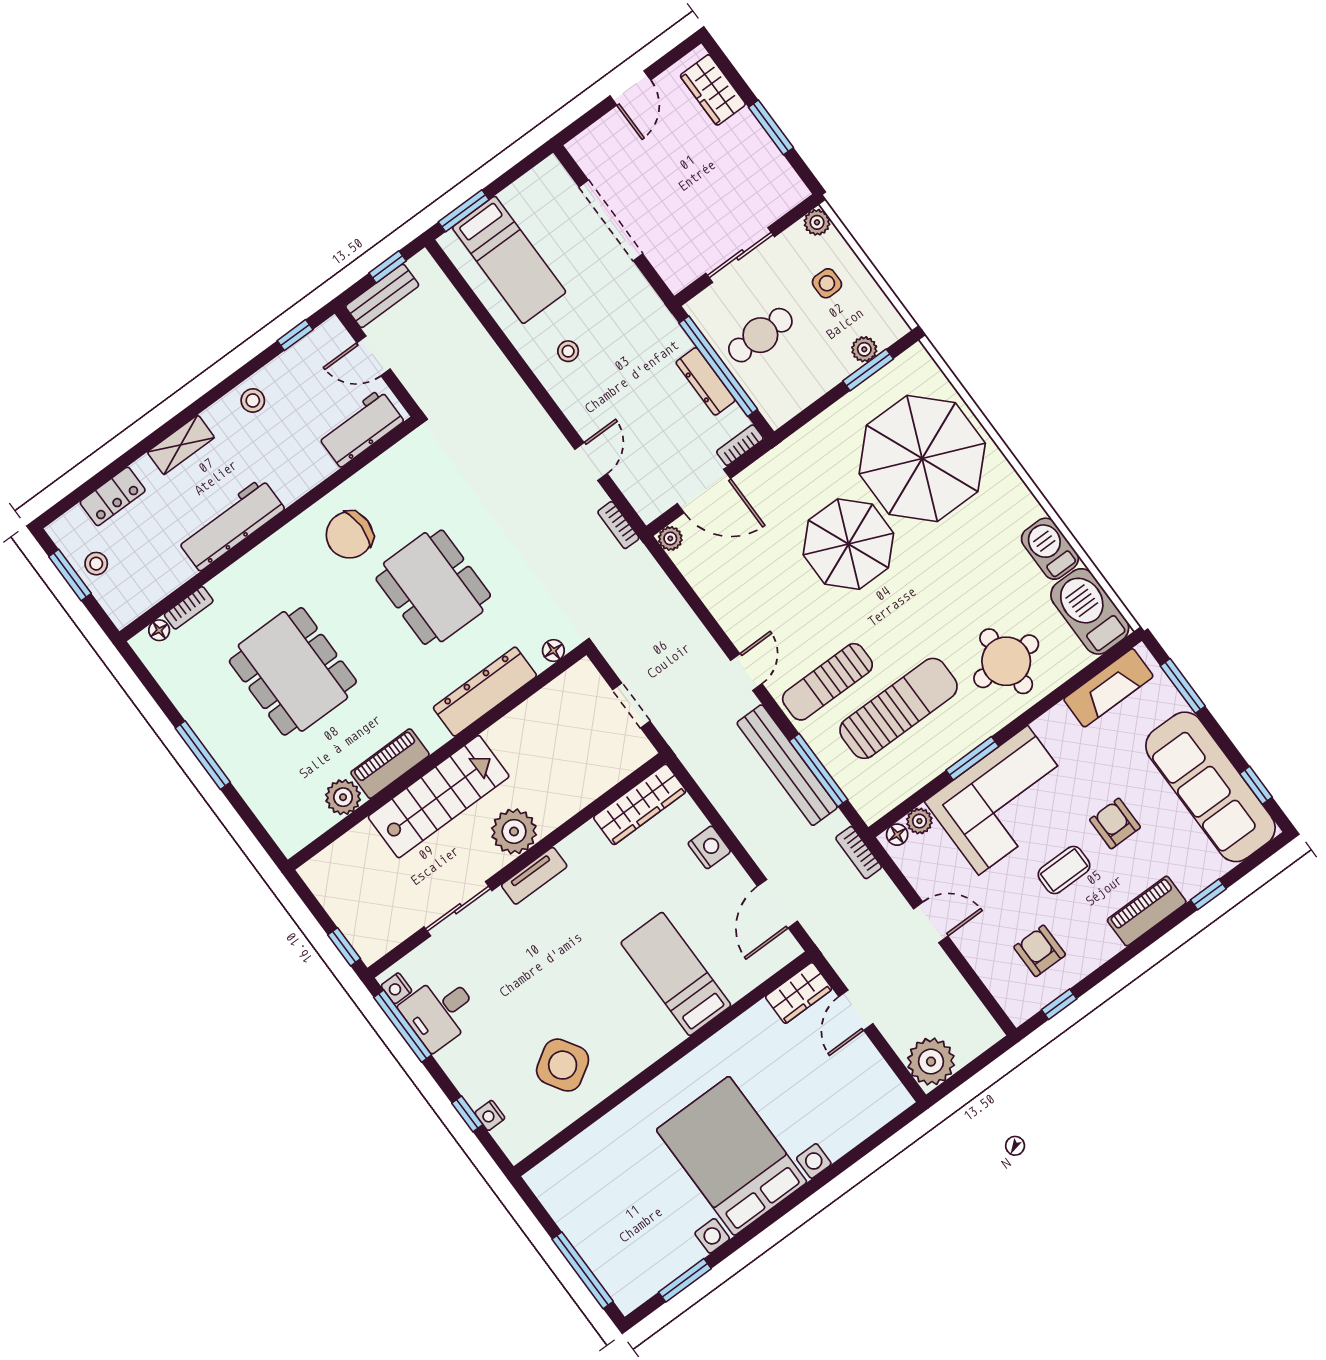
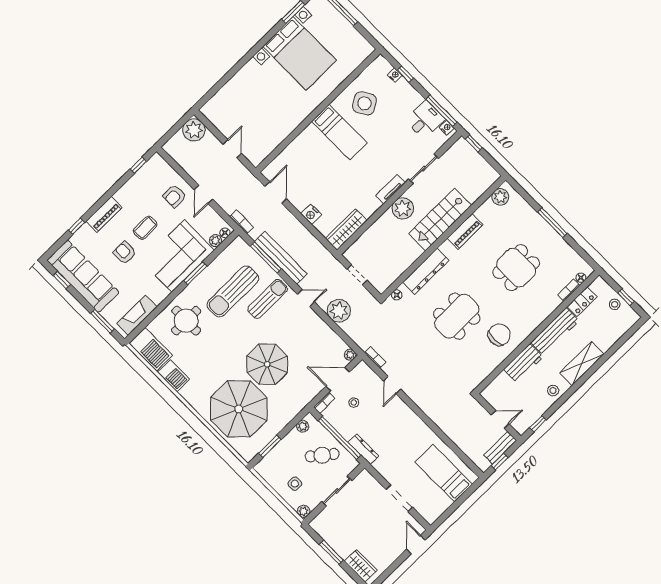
door: (630, 88) -> (416, 544), moved
window: (464, 211) -> (468, 493), removed
doorway: (611, 220) -> (399, 498), width x0.73
cafe table: (760, 335) -> (322, 455), turned 39
plant: (864, 349) -> (303, 426), moved
stool: (568, 351) -> (354, 403), moved
dresser: (705, 381) -> (363, 449), moved
workbench: (360, 428) -> (523, 363), moved
shelving: (181, 445) -> (582, 364), width x1.50, depth x1.33
locker: (113, 496) -> (582, 302), moved, turned 180
window: (70, 575) -> (626, 297), width x0.67
dining table: (433, 587) -> (457, 316), turned 90
plant: (681, 635) -> (339, 311), added
dining table: (293, 671) -> (516, 268), width x0.73
door: (746, 672) -> (306, 298), swing flipped
plant: (343, 797) -> (500, 197), moved
armchair: (1115, 823) -> (125, 253), turned 180
door: (931, 922) -> (203, 194), hinge flipped
armchair: (1040, 951) -> (175, 196), moved, turned 90
bed: (676, 974) -> (339, 132), moved
wardrobe: (799, 993) -> (260, 153), removed
bed with nightstands: (732, 1156) -> (300, 53), moved

